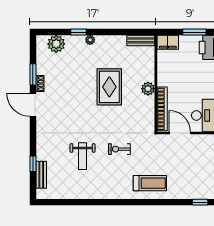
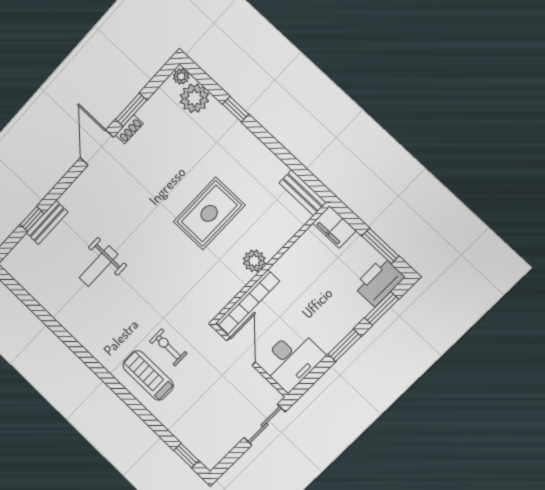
plant: (90, 40) -> (181, 76), moved
exercise bike: (119, 149) -> (168, 347), moved
bench: (41, 175) -> (47, 222), moved
treadmill: (150, 183) -> (148, 375), turned 180

